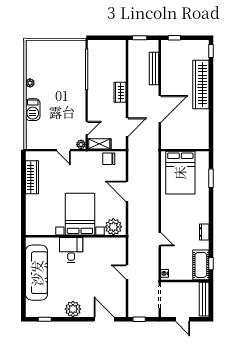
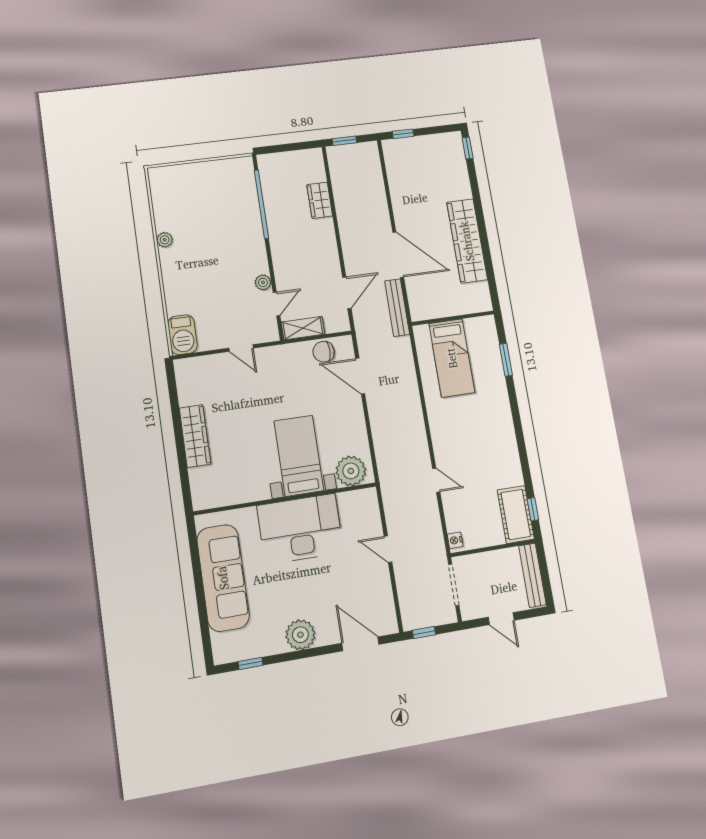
bench: (154, 68) -> (397, 308), moved
wardrobe: (201, 85) -> (467, 241), moved
wardrobe: (120, 92) -> (320, 200), moved
door: (160, 109) -> (398, 255), hinge flipped
barbecue: (33, 110) -> (182, 335), moved
plant: (81, 144) -> (263, 282), moved
bed: (180, 173) -> (452, 358), width x0.67
wardrobe: (32, 177) -> (195, 436), moved
door: (127, 191) -> (360, 376), moved
bed with nightstands: (80, 214) -> (299, 456), width x0.73
dresser: (204, 232) -> (511, 455), removed
desk: (71, 250) -> (300, 529), width x1.87, depth x1.30

